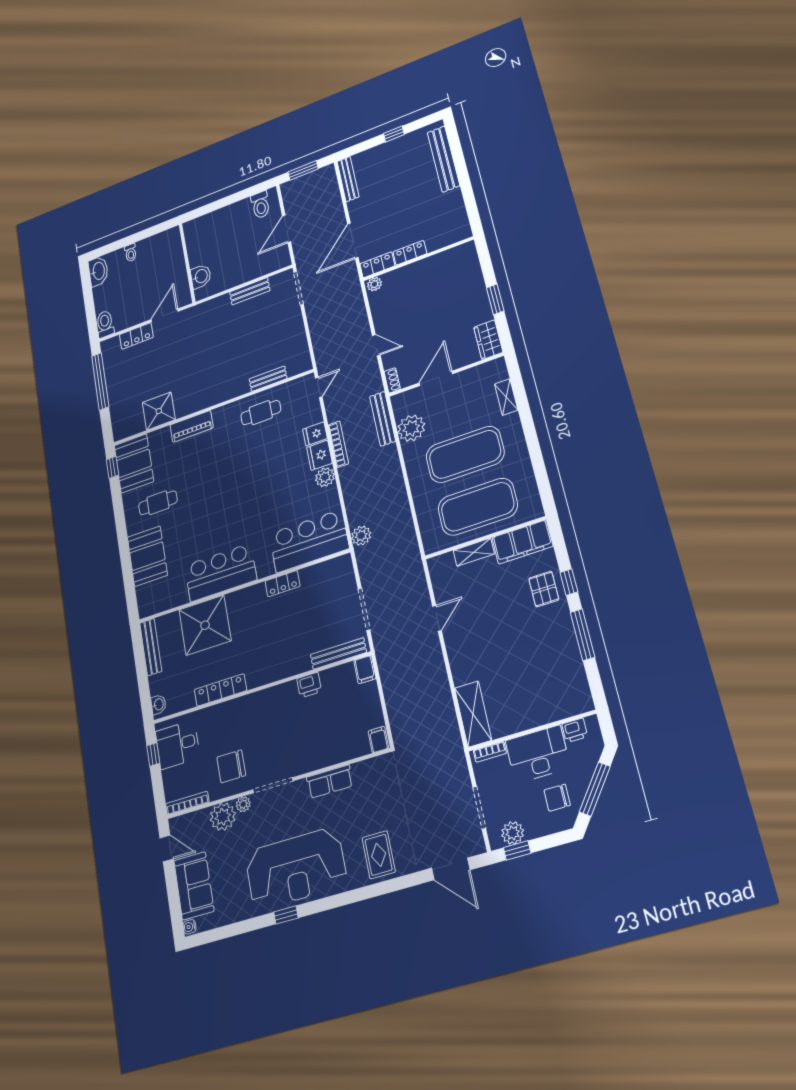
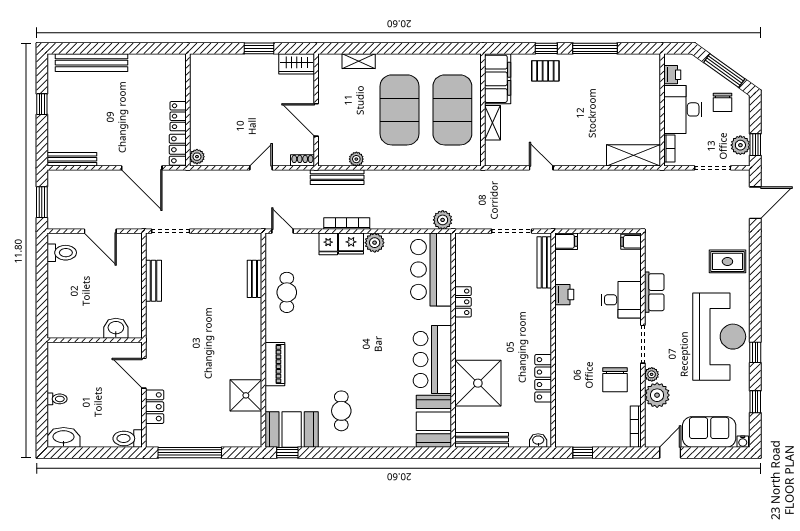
plant: (411, 428) -> (356, 159), width x0.53, depth x0.53
booth: (147, 556) -> (434, 421), moved, turned 90
desk: (178, 745) -> (621, 300), moved, turned -90
window: (233, 930) -> (755, 402), added

